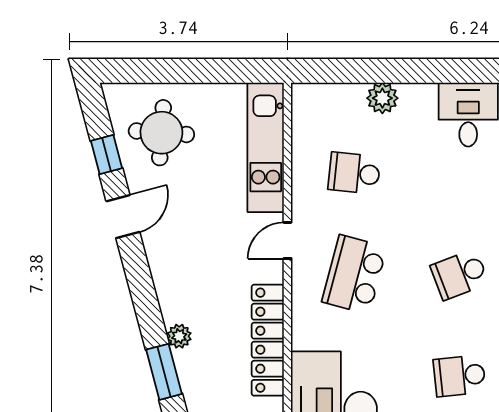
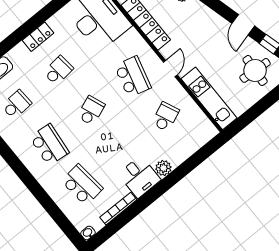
plant: (382, 98) -> (163, 168), moved
school desk: (354, 173) -> (166, 117), turned -30

